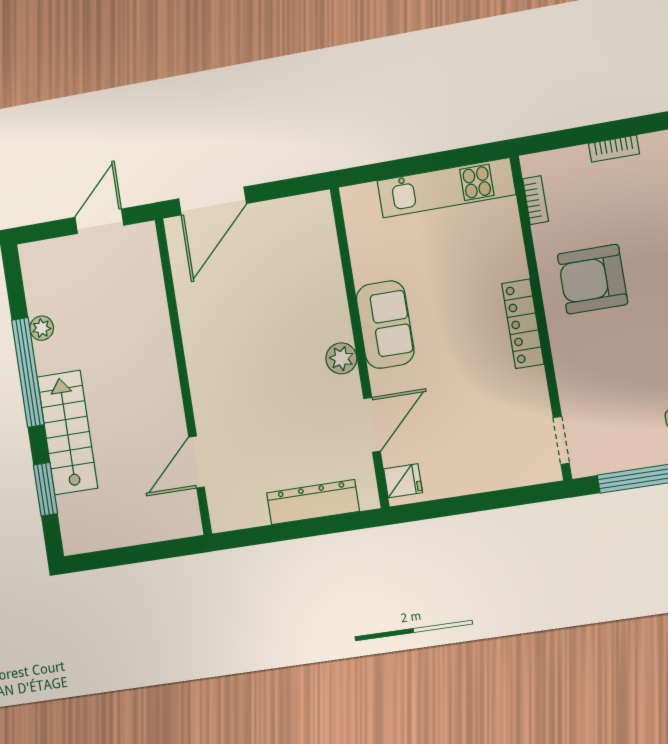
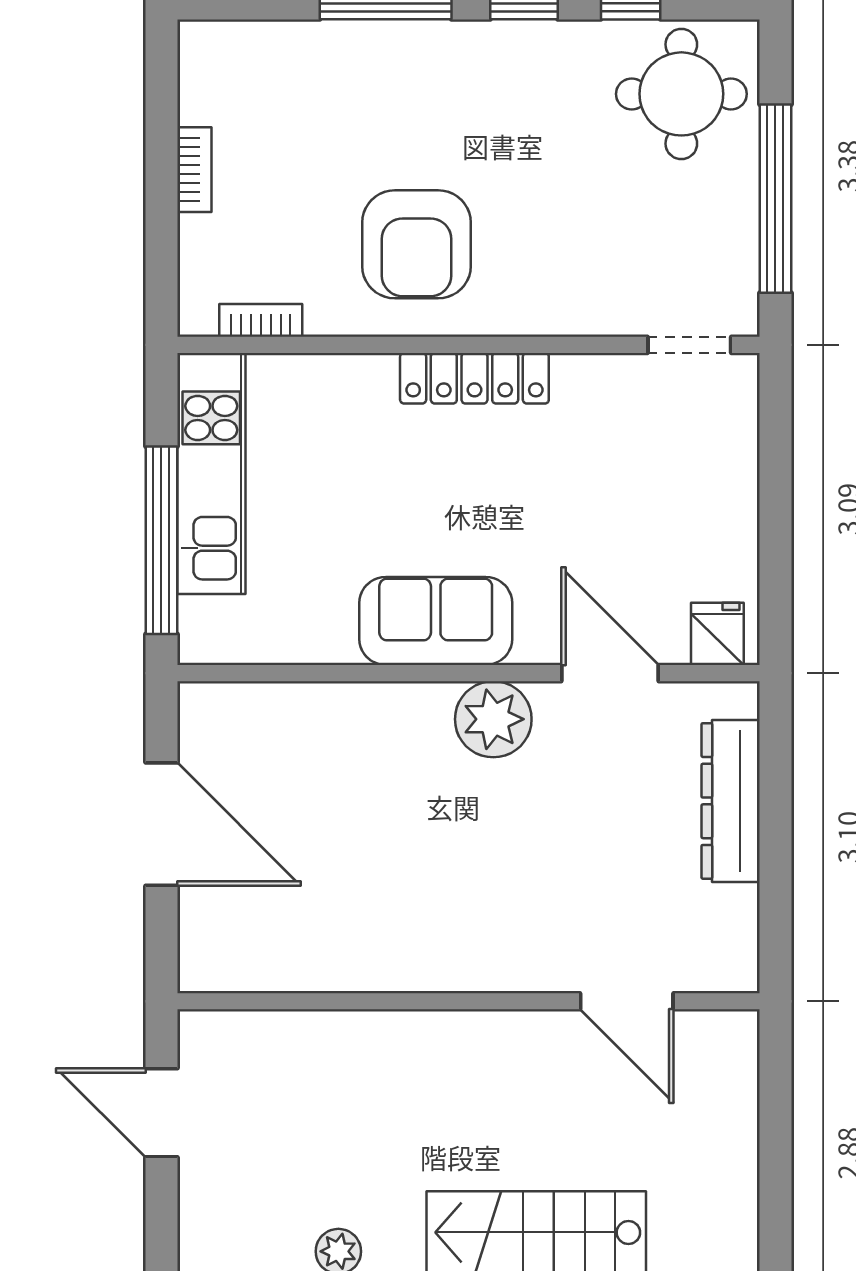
window: (405, 167) -> (161, 540), added
door: (213, 201) -> (161, 824), moved
plant: (341, 358) -> (493, 719), width x1.36, depth x1.36

